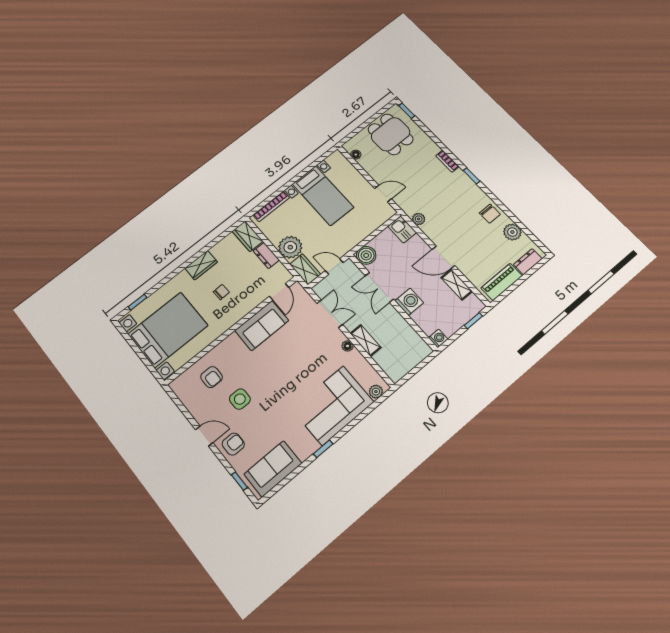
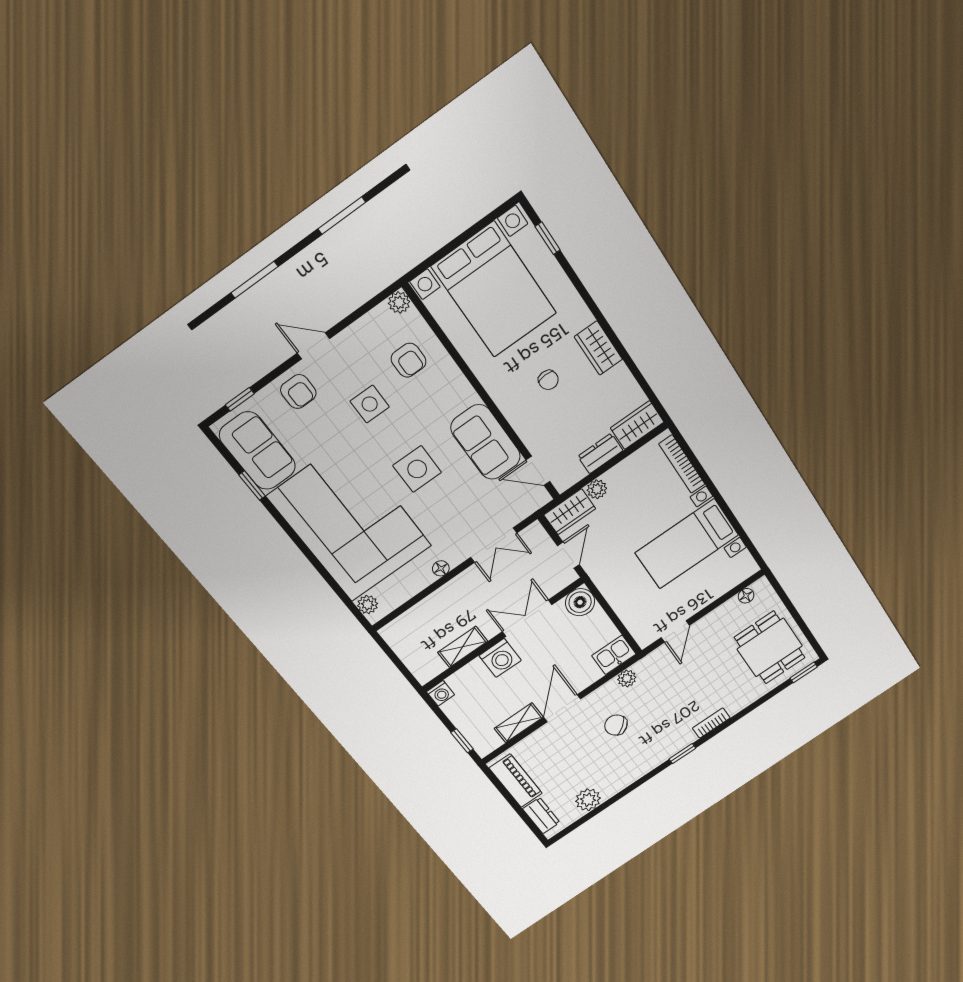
dining table: (391, 134) -> (770, 647), turned 90
chair: (490, 214) -> (616, 725), moved, turned 51
plant: (290, 247) -> (597, 489), width x0.53, depth x0.53
shelving: (366, 340) -> (463, 647), moved
side table: (281, 366) -> (417, 469), added
armchair: (212, 377) -> (409, 360), turned -90
plant: (176, 385) -> (399, 302), added
corner sofa: (333, 406) -> (350, 521), width x1.36, depth x1.36
door: (204, 436) -> (313, 346), swing flipped
window: (323, 449) -> (252, 486), moved

